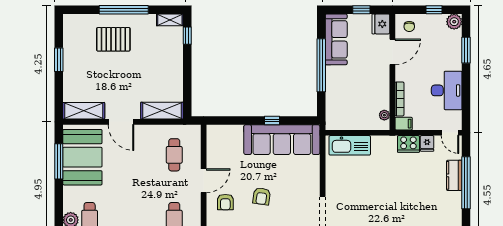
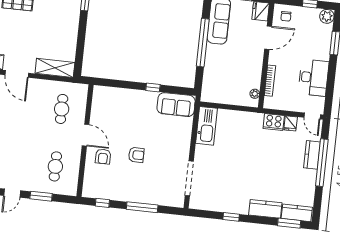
filing cabinet: (404, 124) -> (271, 103), removed
sofa: (282, 140) -> (176, 105), width x0.54, depth x0.79
kitchen sink: (350, 145) -> (207, 126), moved, turned -90
door: (204, 181) -> (86, 135), hinge flipped
armchair: (262, 196) -> (136, 155), turned -98

